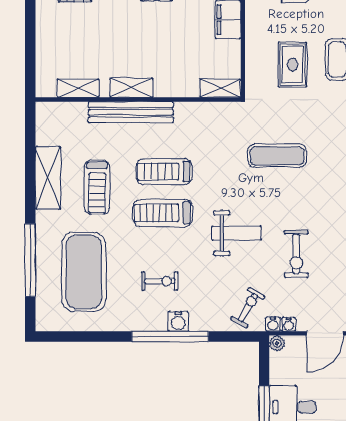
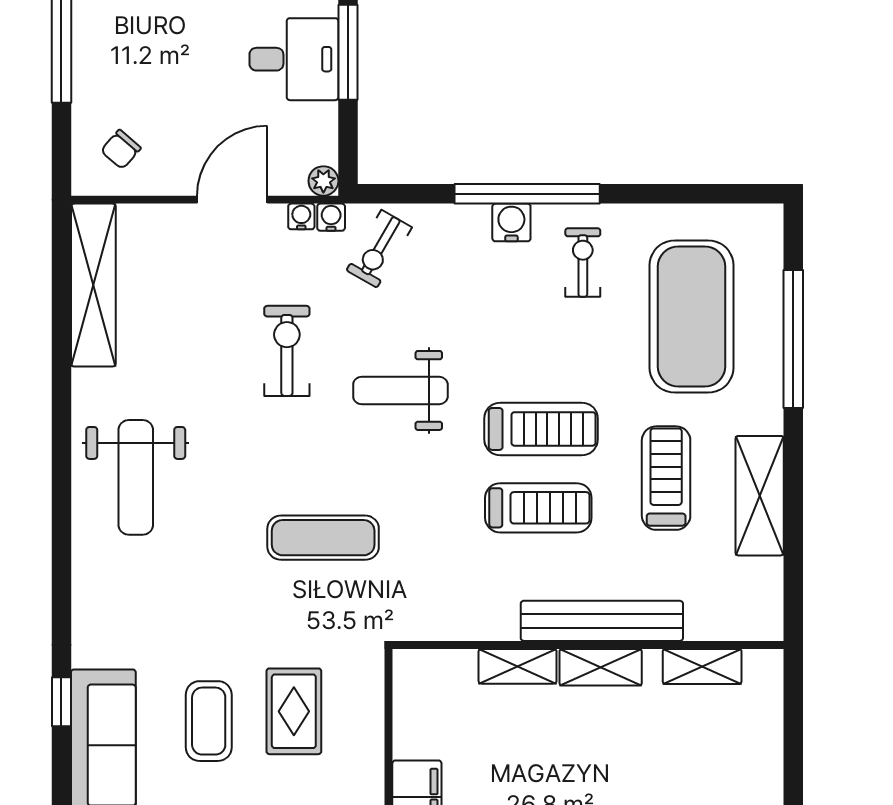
shelving: (220, 88) -> (518, 666), moved
exercise bike: (160, 281) -> (583, 263), moved, turned 90

